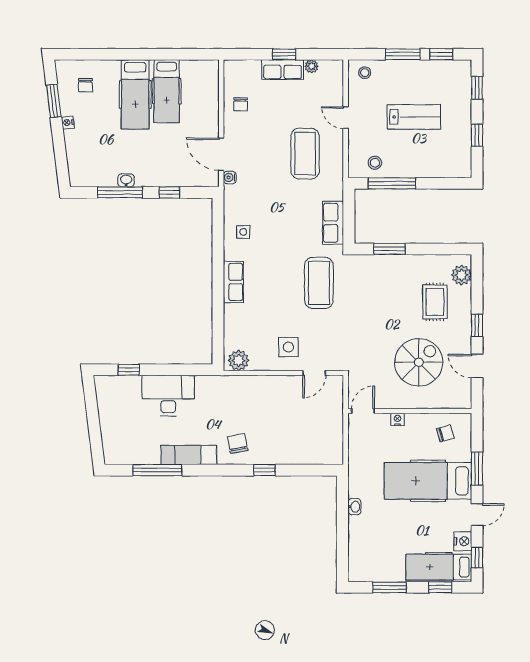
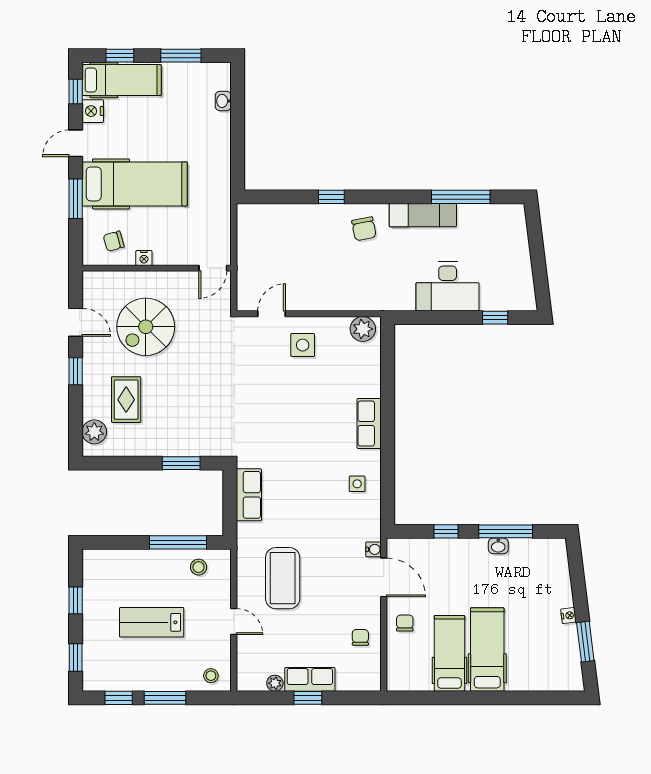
chair: (86, 85) -> (405, 623), moved
coffee table: (319, 283) -> (266, 422), removed
nightstand: (398, 419) -> (144, 258), moved
washbasin: (354, 507) -> (223, 101), moved

